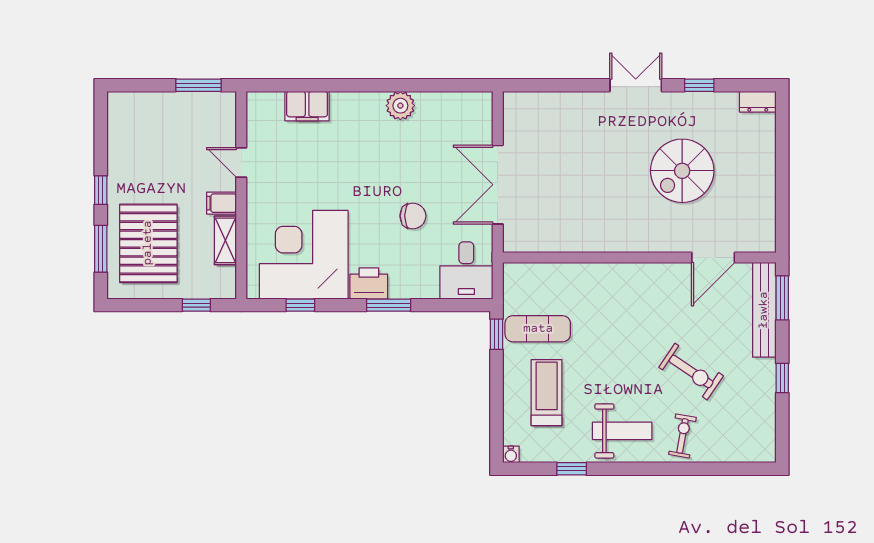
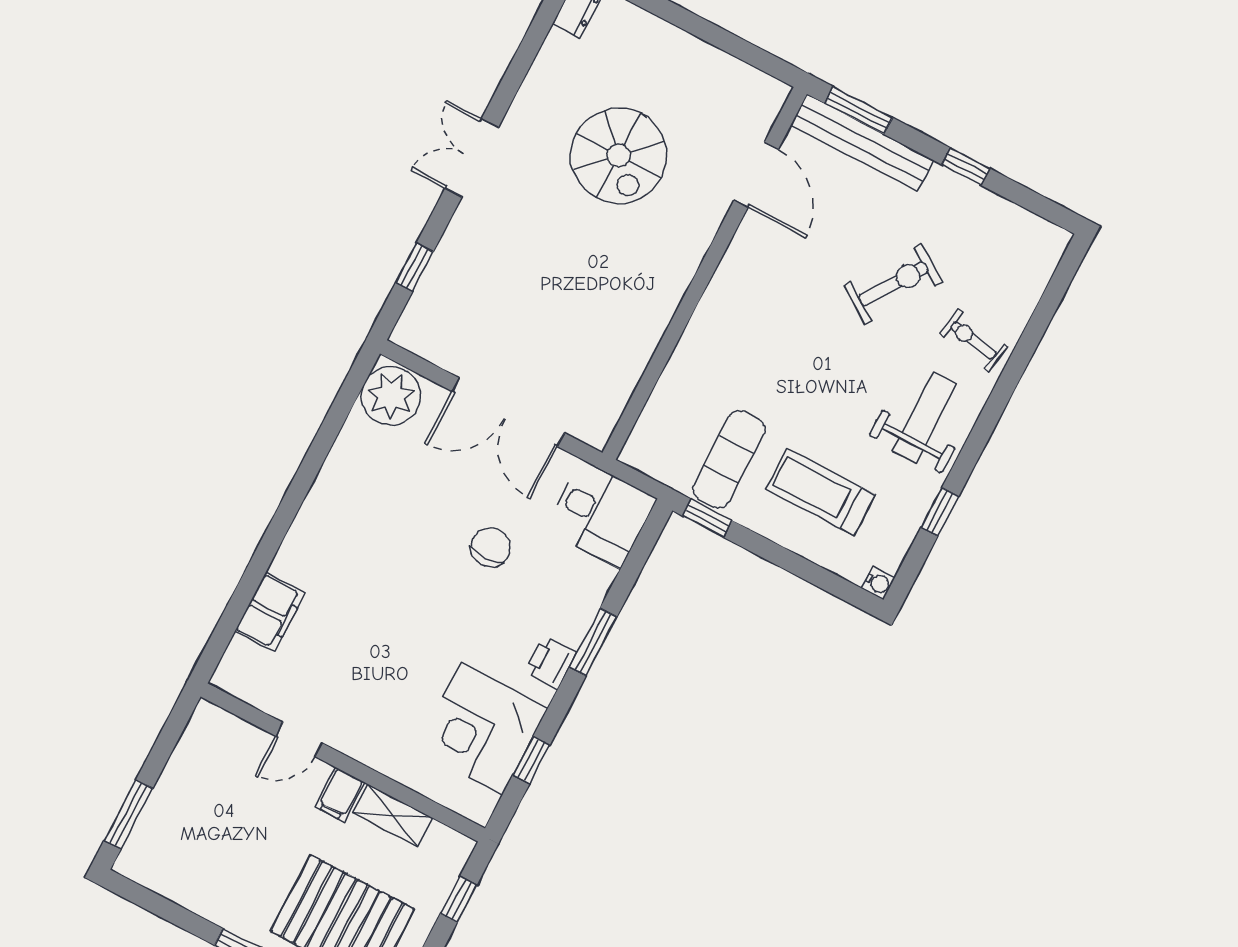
window: (199, 85) -> (128, 814), moved
window: (699, 85) -> (415, 267), moved
plant: (400, 106) -> (391, 396), moved, width x1.36, depth x1.36
corner desk: (304, 255) -> (482, 729), width x0.74, depth x0.74
printer: (369, 283) -> (551, 662), width x0.73, depth x0.81

